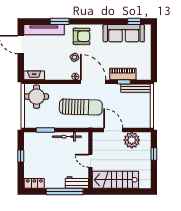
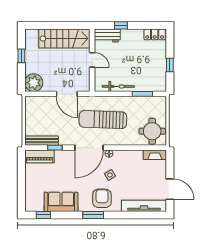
window: (60, 21) -> (93, 215), moved
sofa: (124, 33) -> (61, 202), width x0.73
armchair: (82, 36) -> (102, 198), turned 90
piano: (123, 74) -> (40, 156), moved
door: (93, 82) -> (89, 148), hinge flipped
plant: (132, 140) -> (34, 83), moved
window: (154, 154) -> (21, 56), moved
window: (65, 192) -> (121, 25), width x0.32

